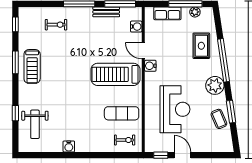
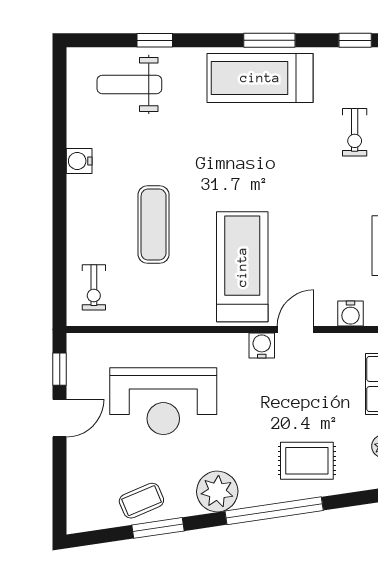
treadmill: (32, 66) -> (260, 78), width x1.37, depth x1.38
exercise mat: (122, 113) -> (154, 225), moved

